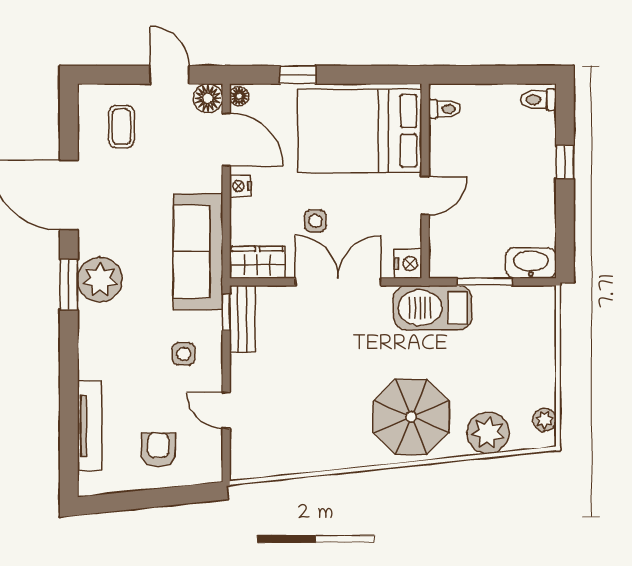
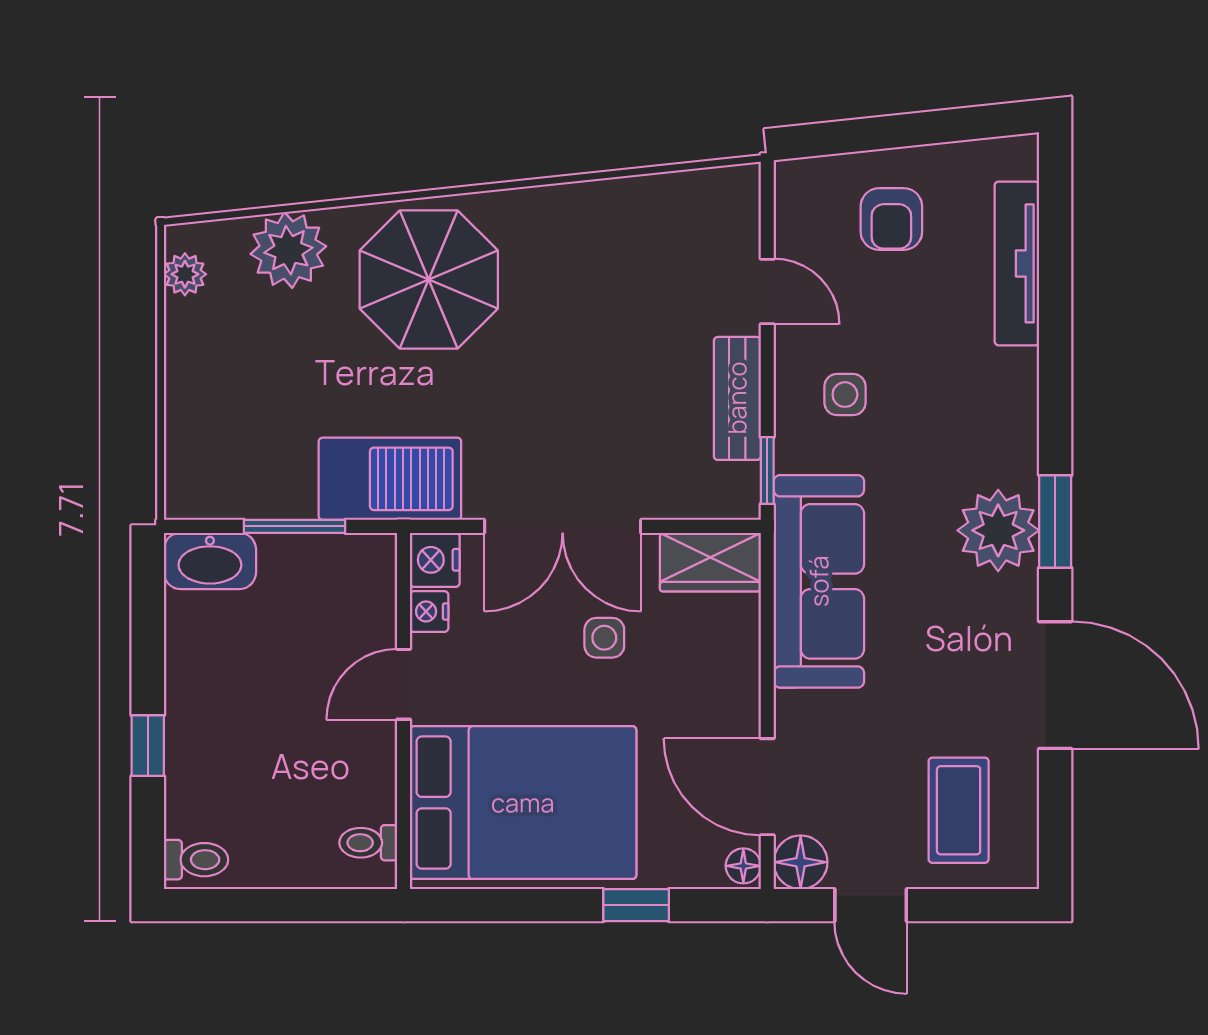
coffee table: (122, 127) -> (959, 810), width x1.36, depth x1.30
nightstand: (240, 186) -> (429, 611), moved, turned 180
bench: (242, 319) -> (737, 398), moved

